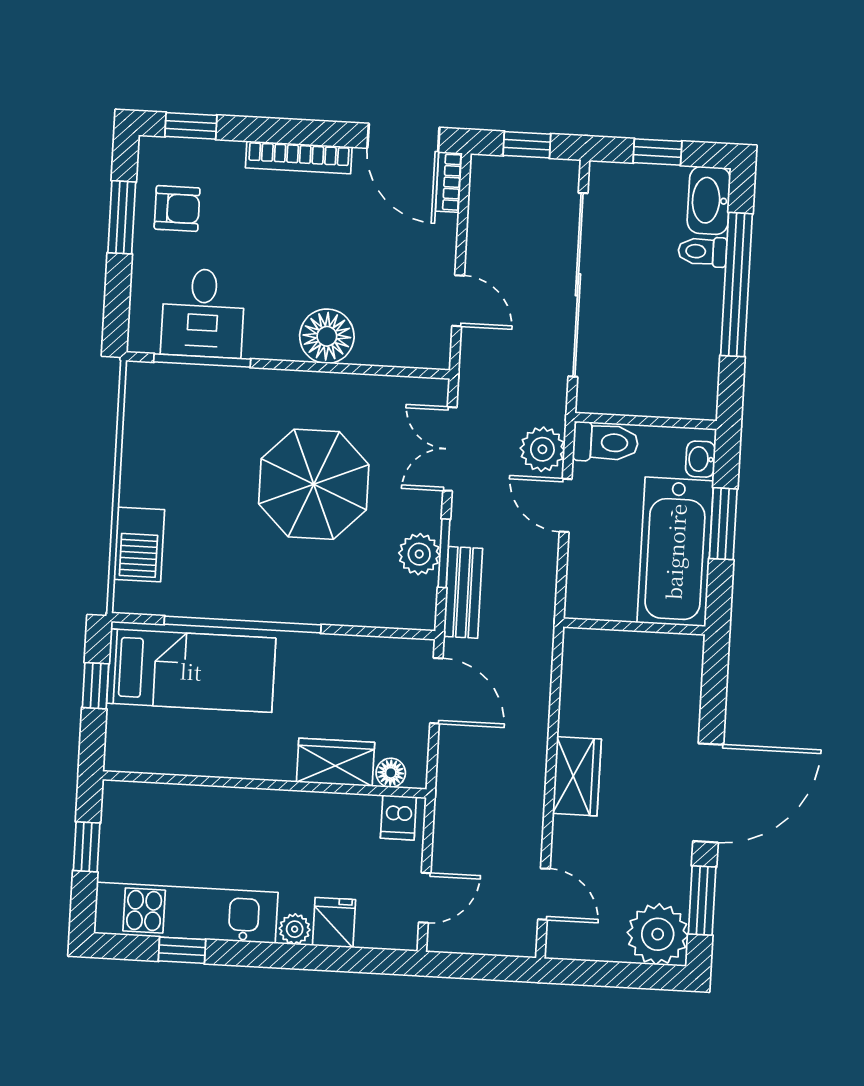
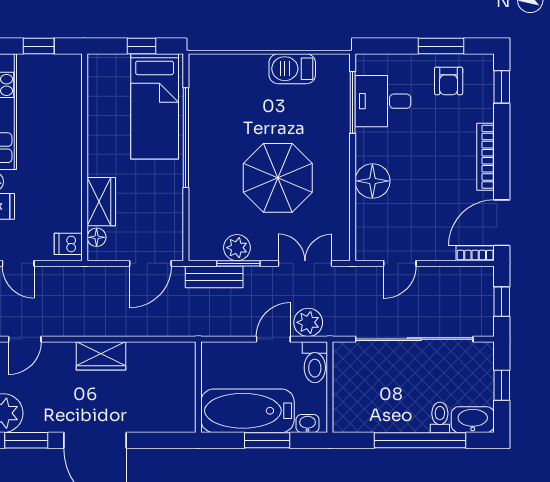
barbecue: (139, 544) -> (292, 69), moved

